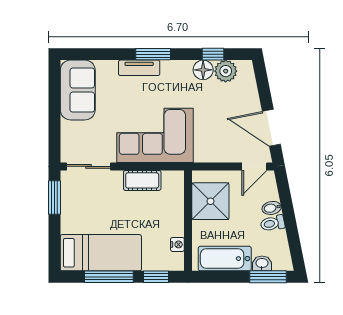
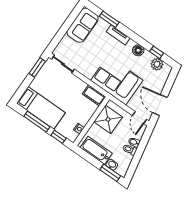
window: (153, 54) -> (109, 19), moved
floor lamp: (203, 70) -> (138, 50), moved
corner sofa: (155, 135) -> (117, 80), moved
door: (254, 166) -> (139, 117), hinge flipped
cot: (142, 180) -> (94, 95), moved

